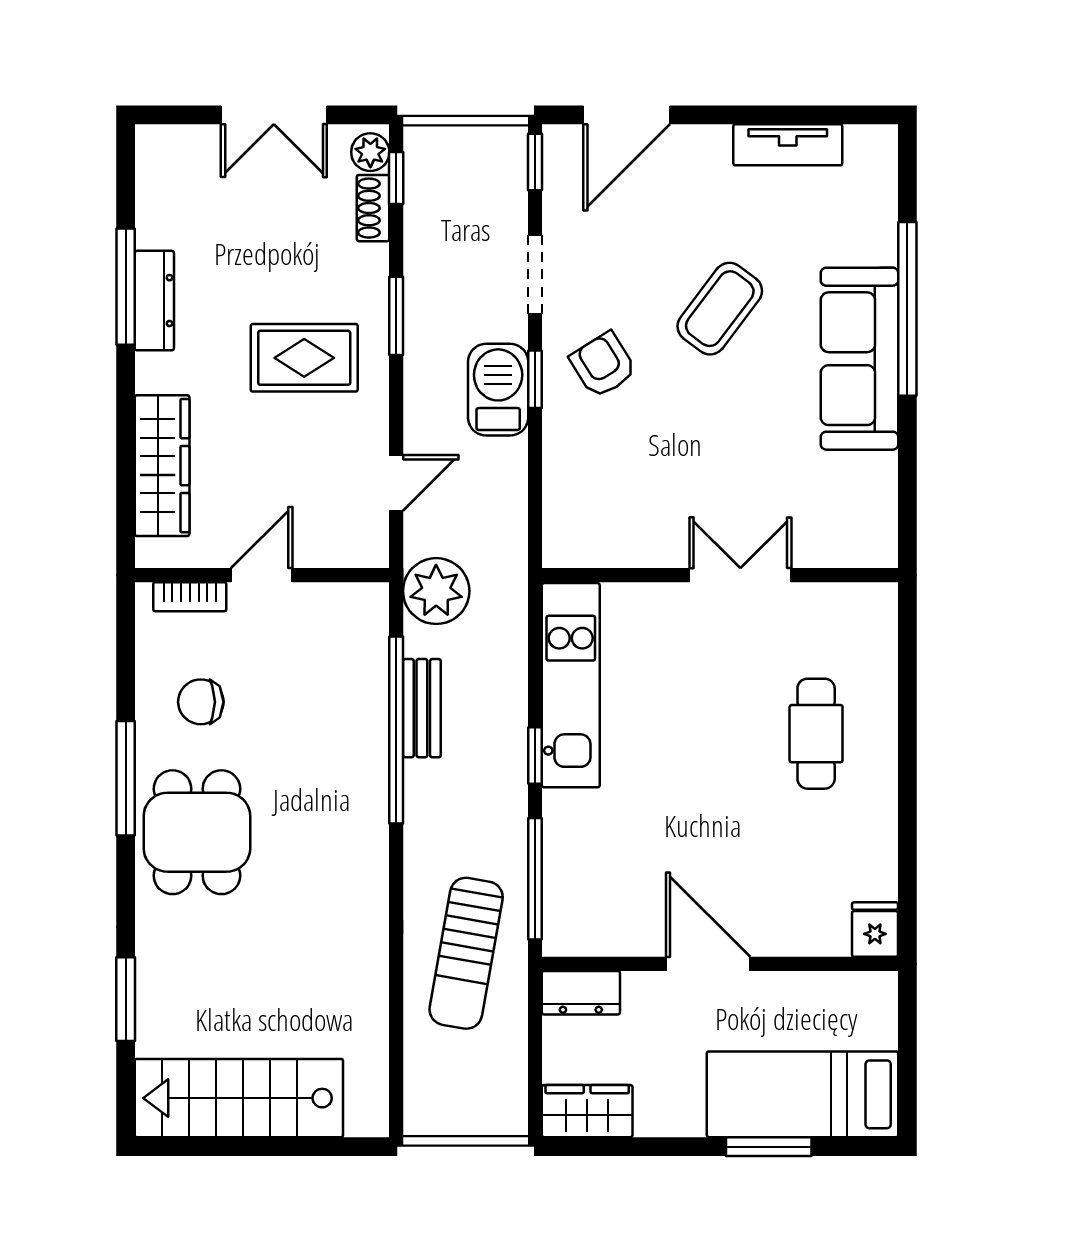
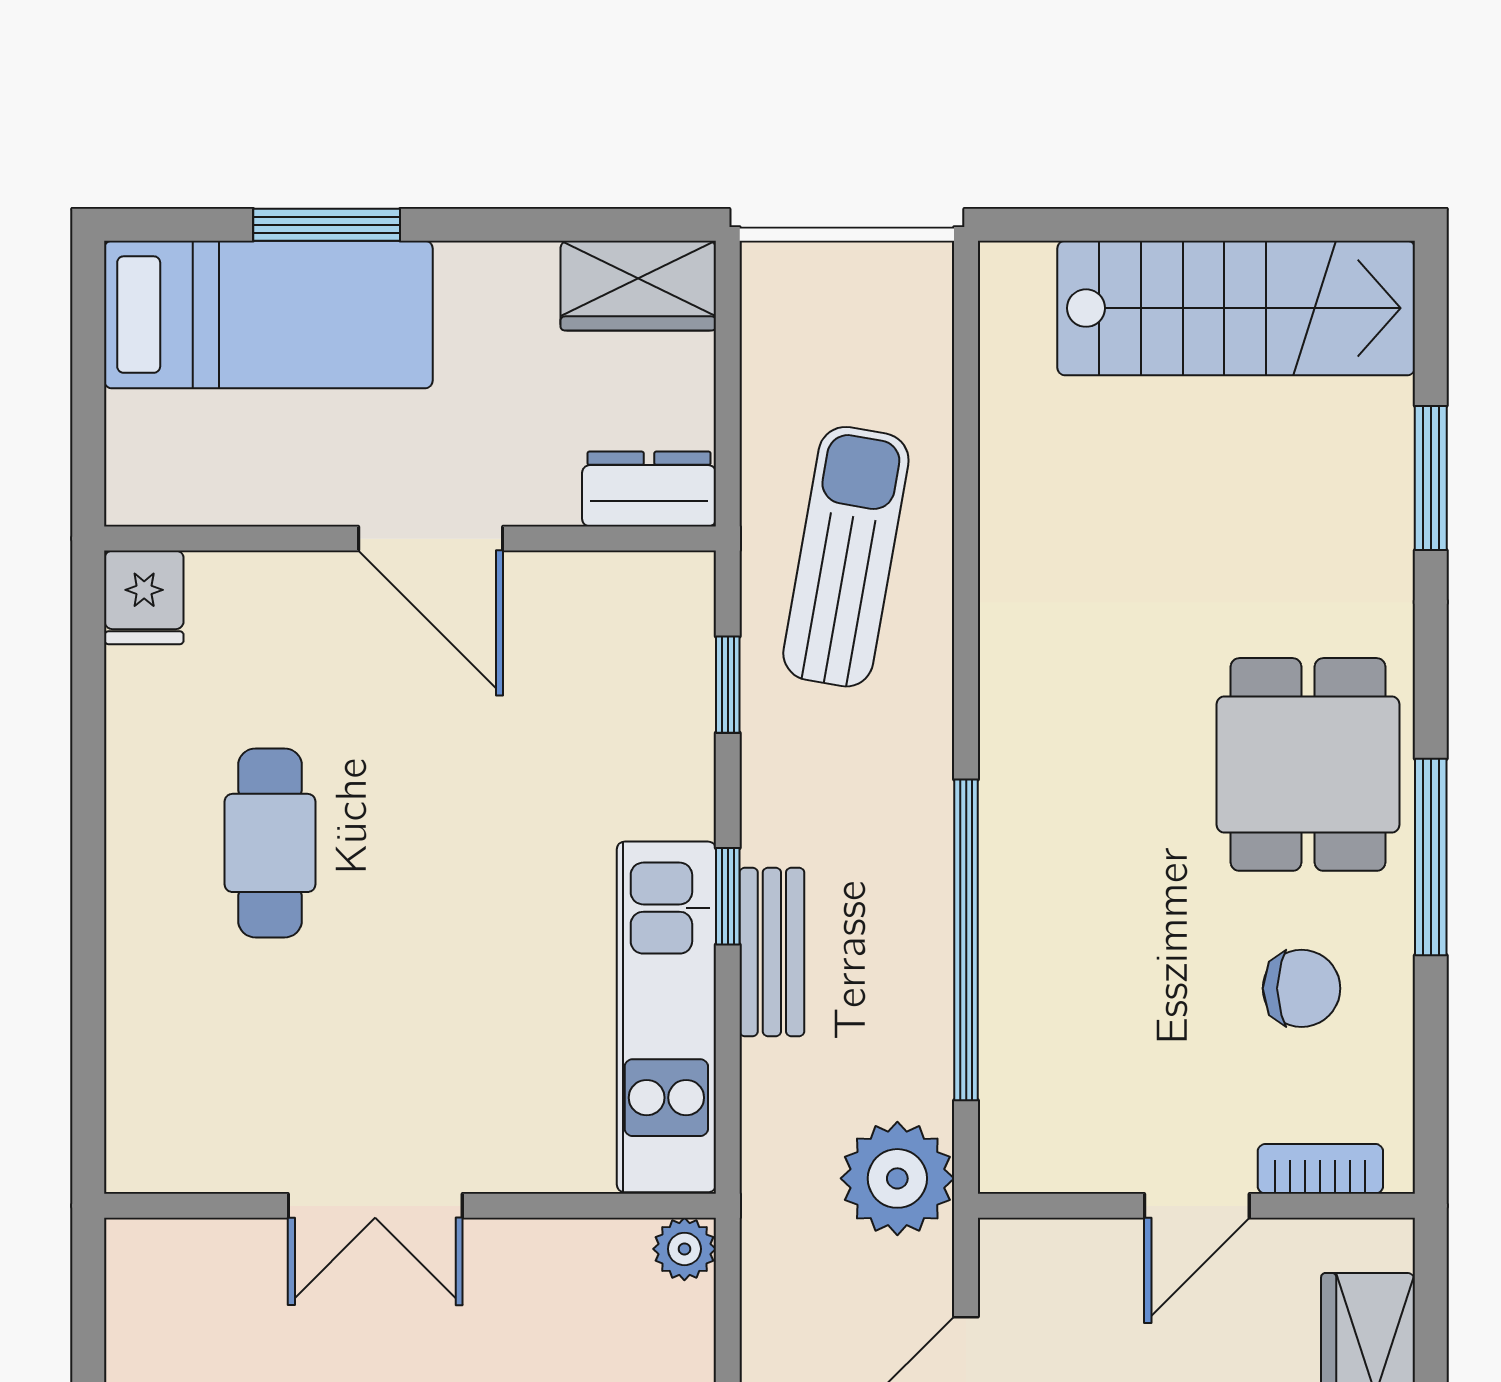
plant: (560, 550) -> (684, 1249), added
bench: (422, 708) -> (772, 952), moved
cafe table: (816, 734) -> (270, 843), moved
window: (535, 879) -> (728, 685), width x0.46

